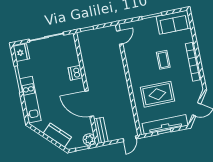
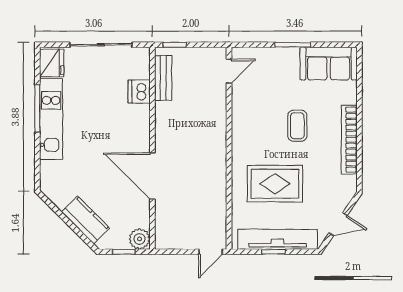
dishwasher: (75, 73) -> (139, 92), moved
kitchen unit: (30, 100) -> (51, 119), moved
bench: (101, 130) -> (163, 78), moved

